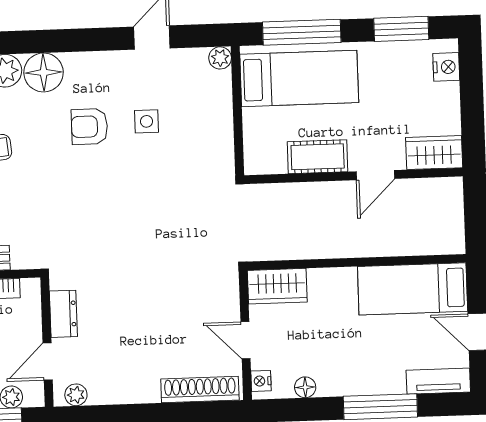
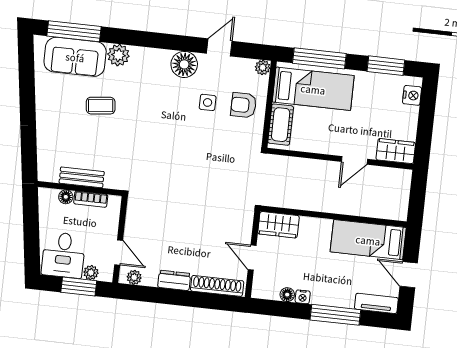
floor lamp: (44, 72) -> (184, 64), moved
armchair: (89, 127) -> (243, 105), moved
cot: (318, 157) -> (281, 125), moved, turned 90
dresser: (63, 314) -> (174, 280), moved, turned -90
door: (48, 361) -> (119, 252), swing flipped
nightstand: (261, 381) -> (303, 297), moved, turned -90

